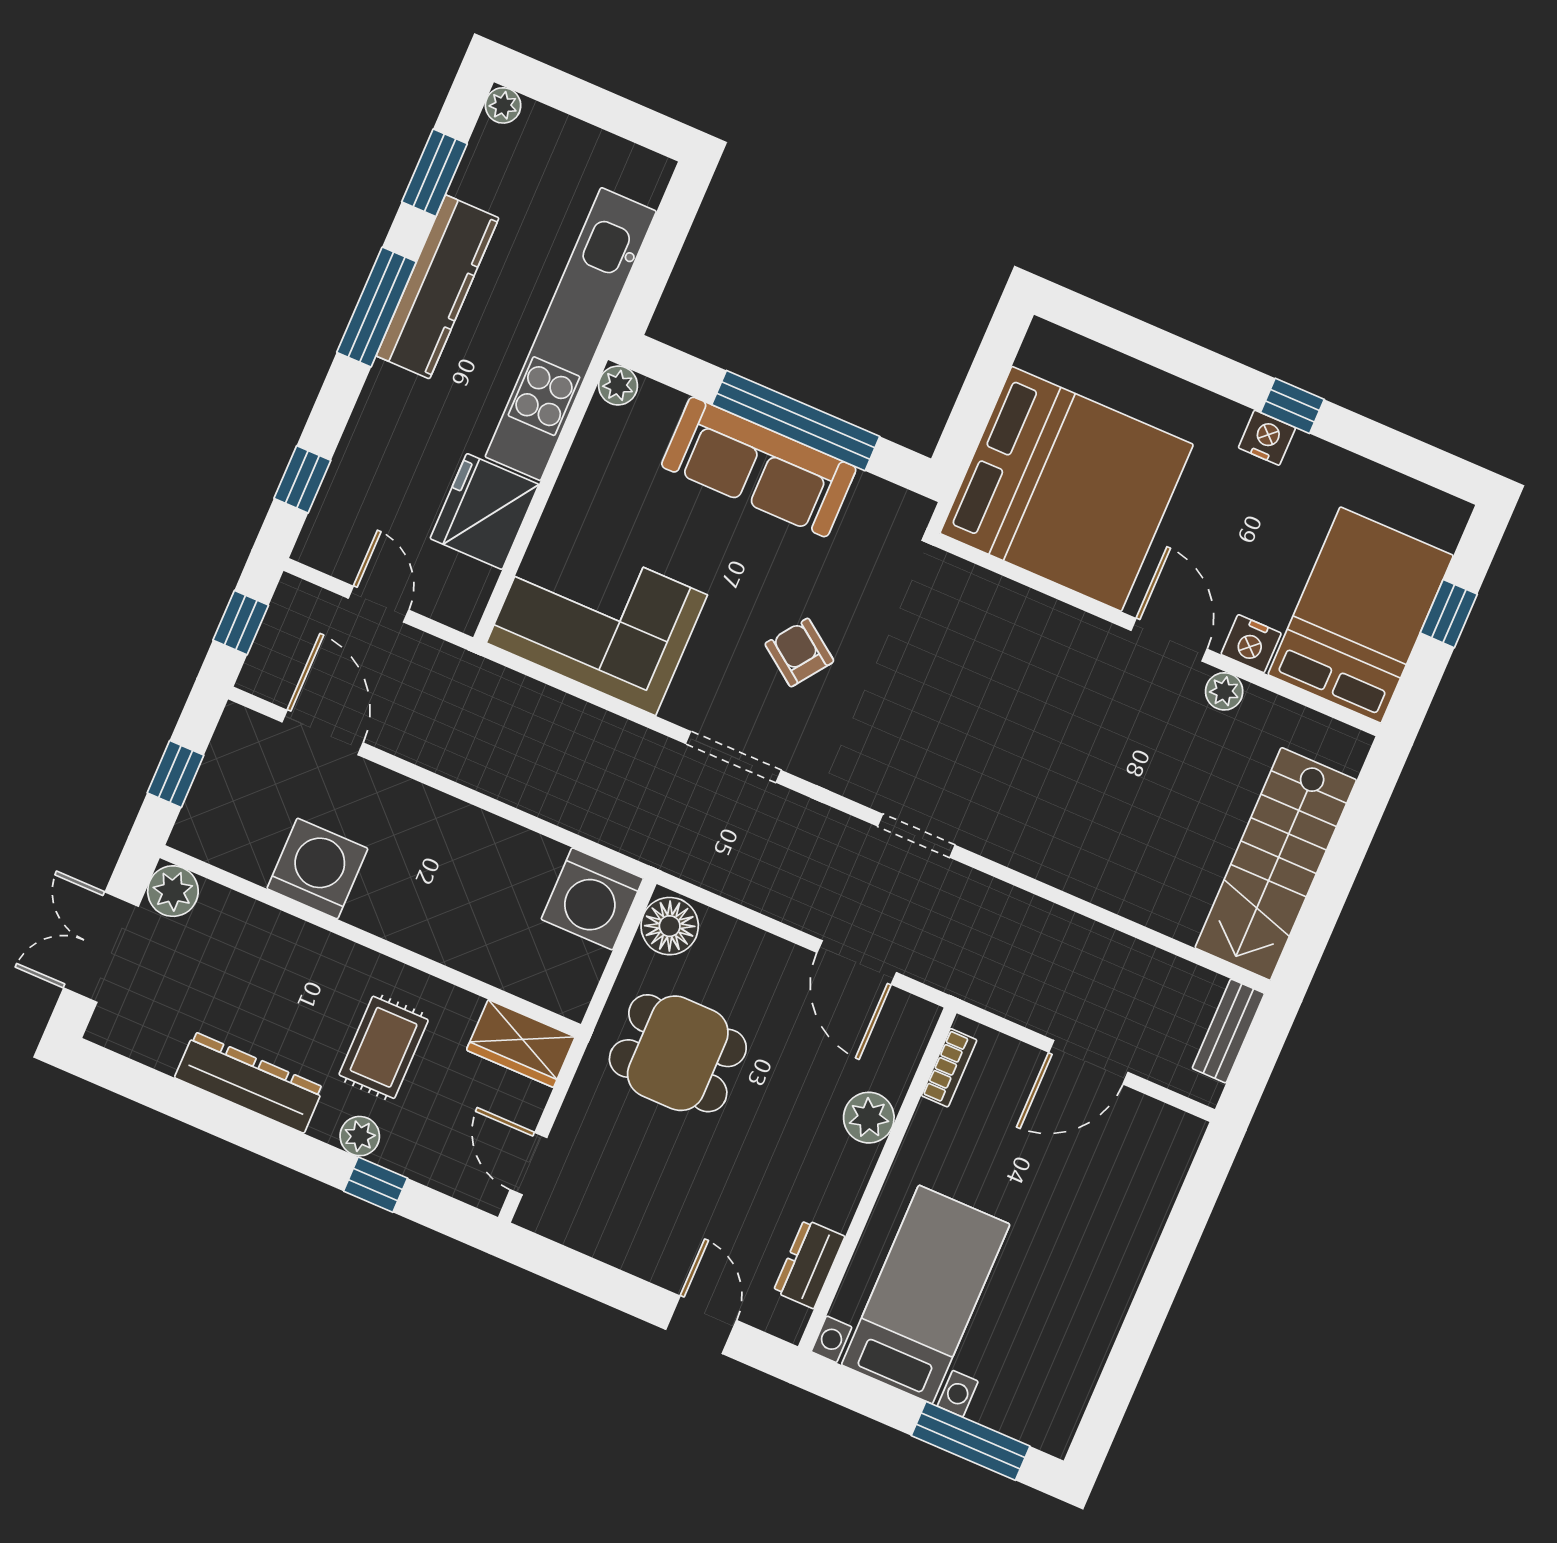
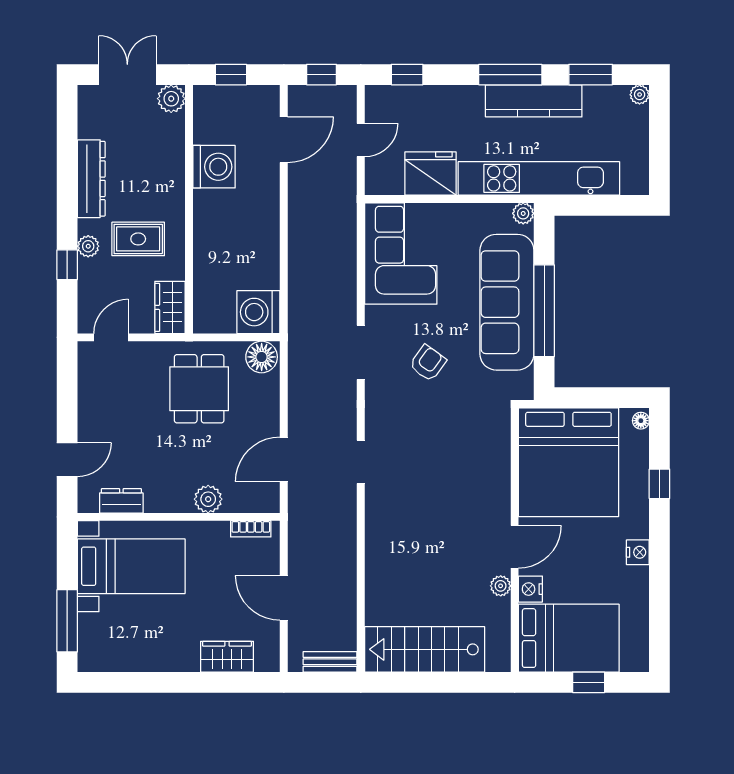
floor lamp: (1049, 338) -> (641, 421), added
window: (1292, 406) -> (659, 484), moved
sofa: (759, 467) -> (507, 302), width x1.36, depth x1.27
wardrobe: (1146, 1200) -> (227, 657), added

